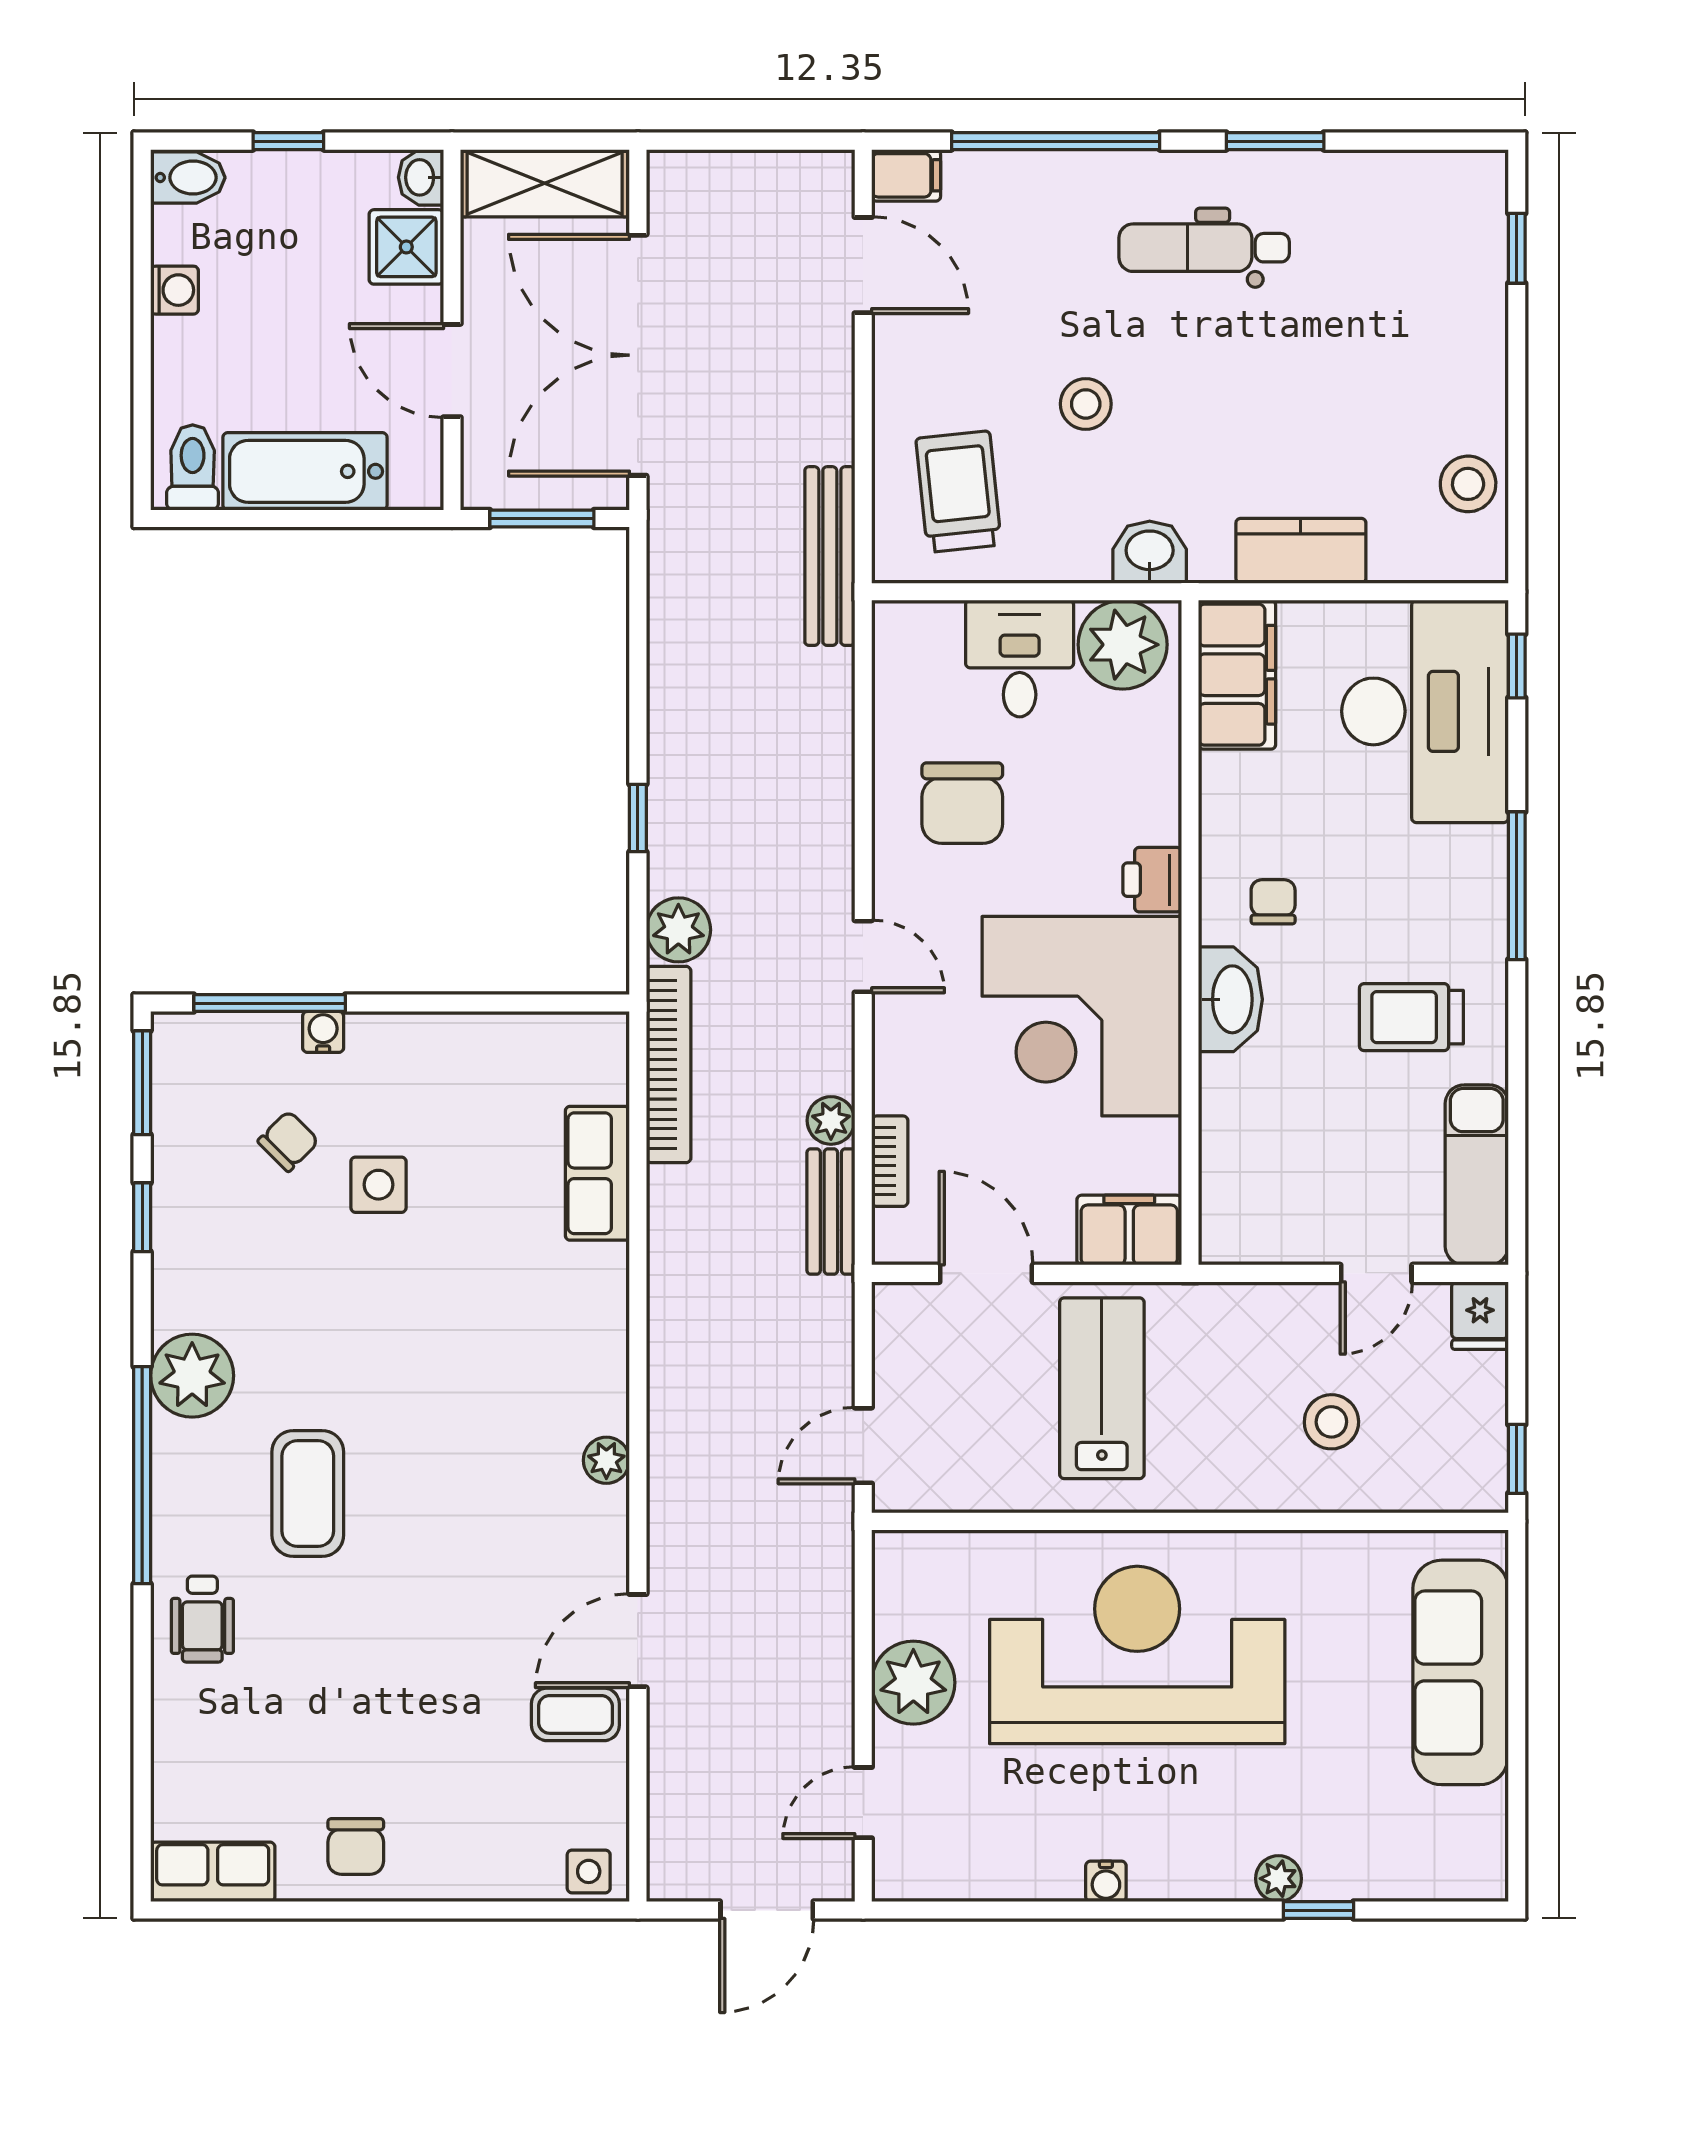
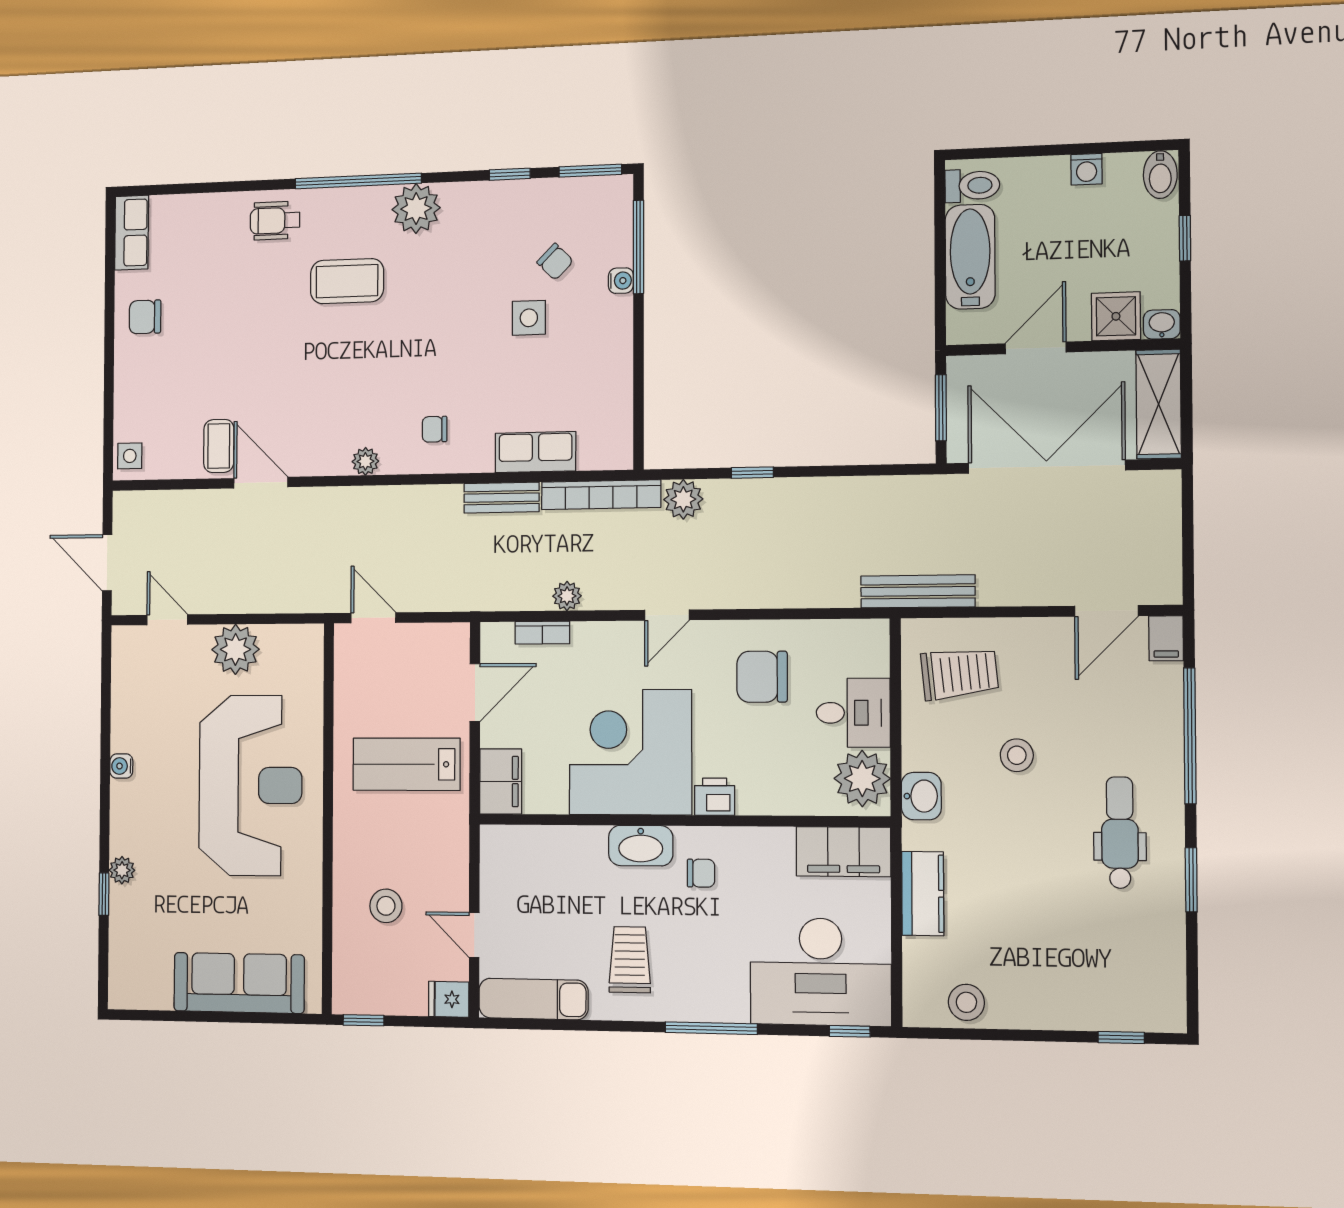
bench: (831, 1211) -> (501, 498), moved
chair: (556, 1343) -> (435, 429), added
lab bench: (1102, 1388) -> (406, 764), turned 180

